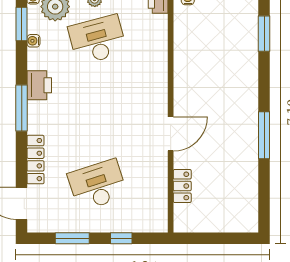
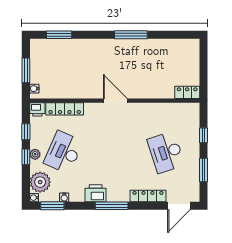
desk: (97, 40) -> (63, 152), turned 39
locker: (159, 41) -> (65, 109), added
door: (171, 134) -> (115, 101), moved
locker: (182, 186) -> (187, 92), moved

